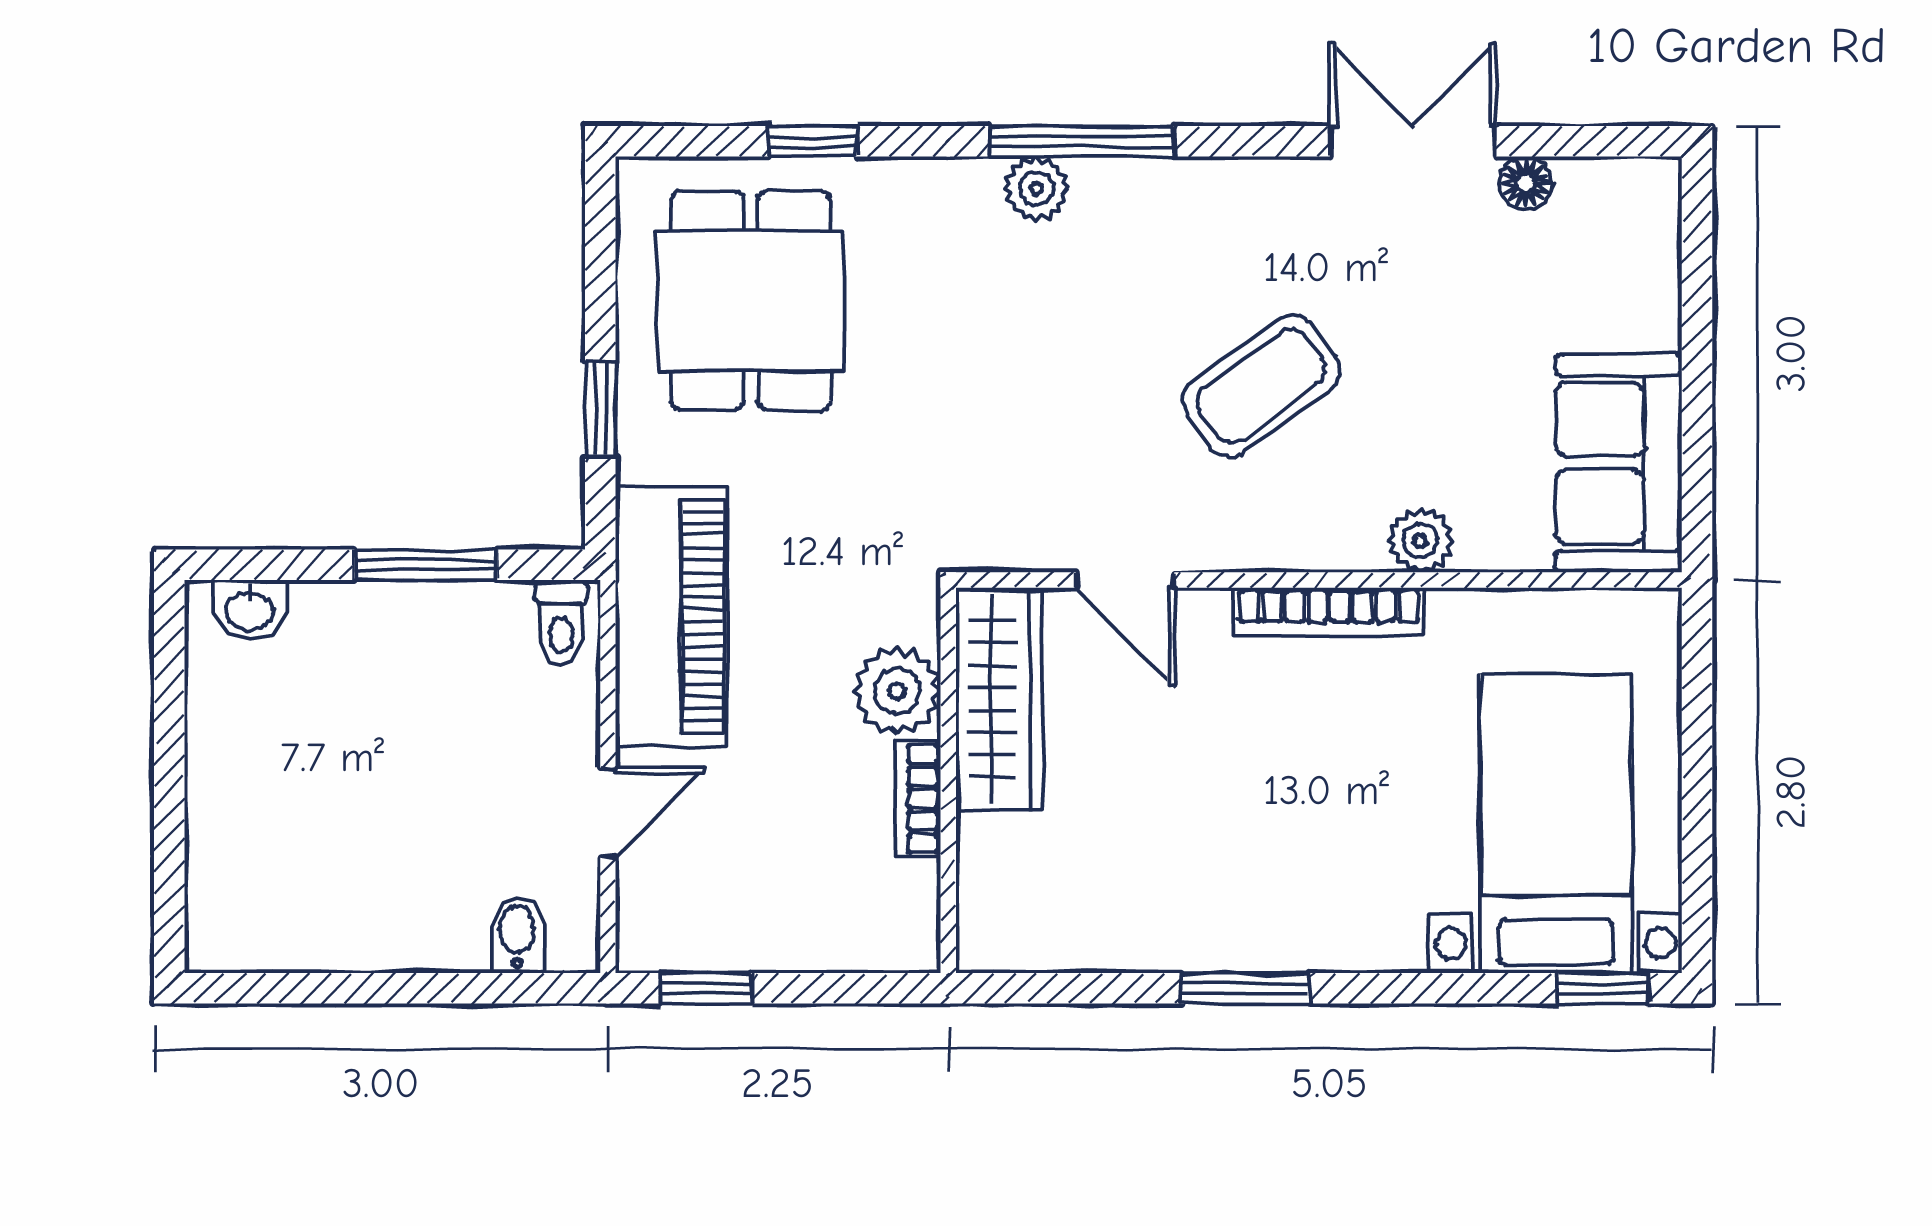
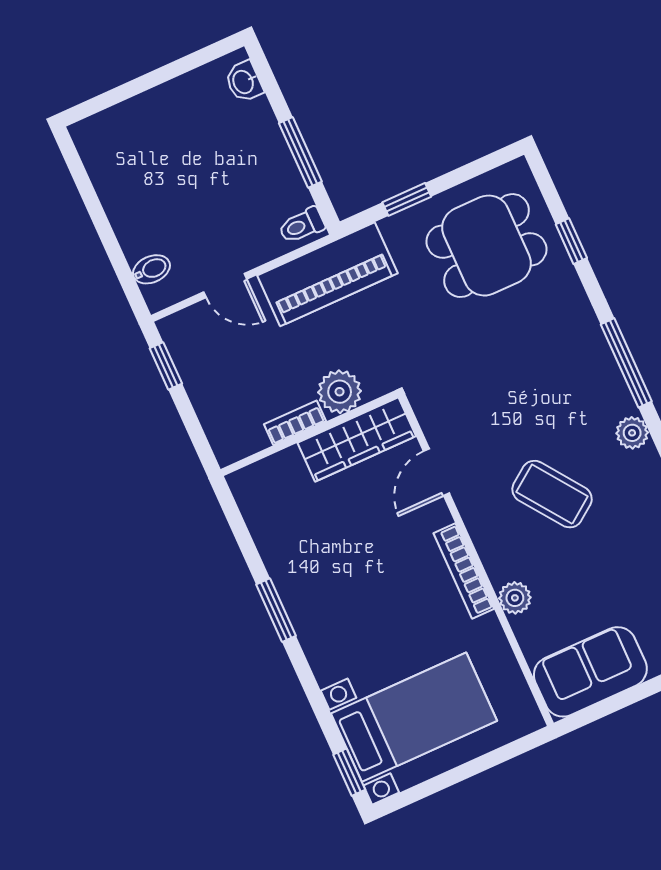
plant: (1036, 189) -> (632, 433), moved

